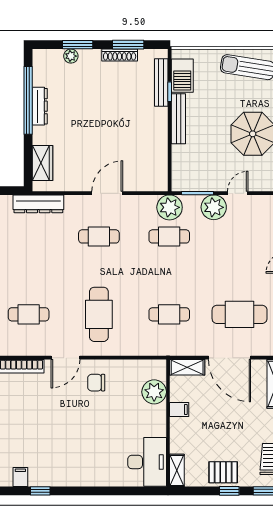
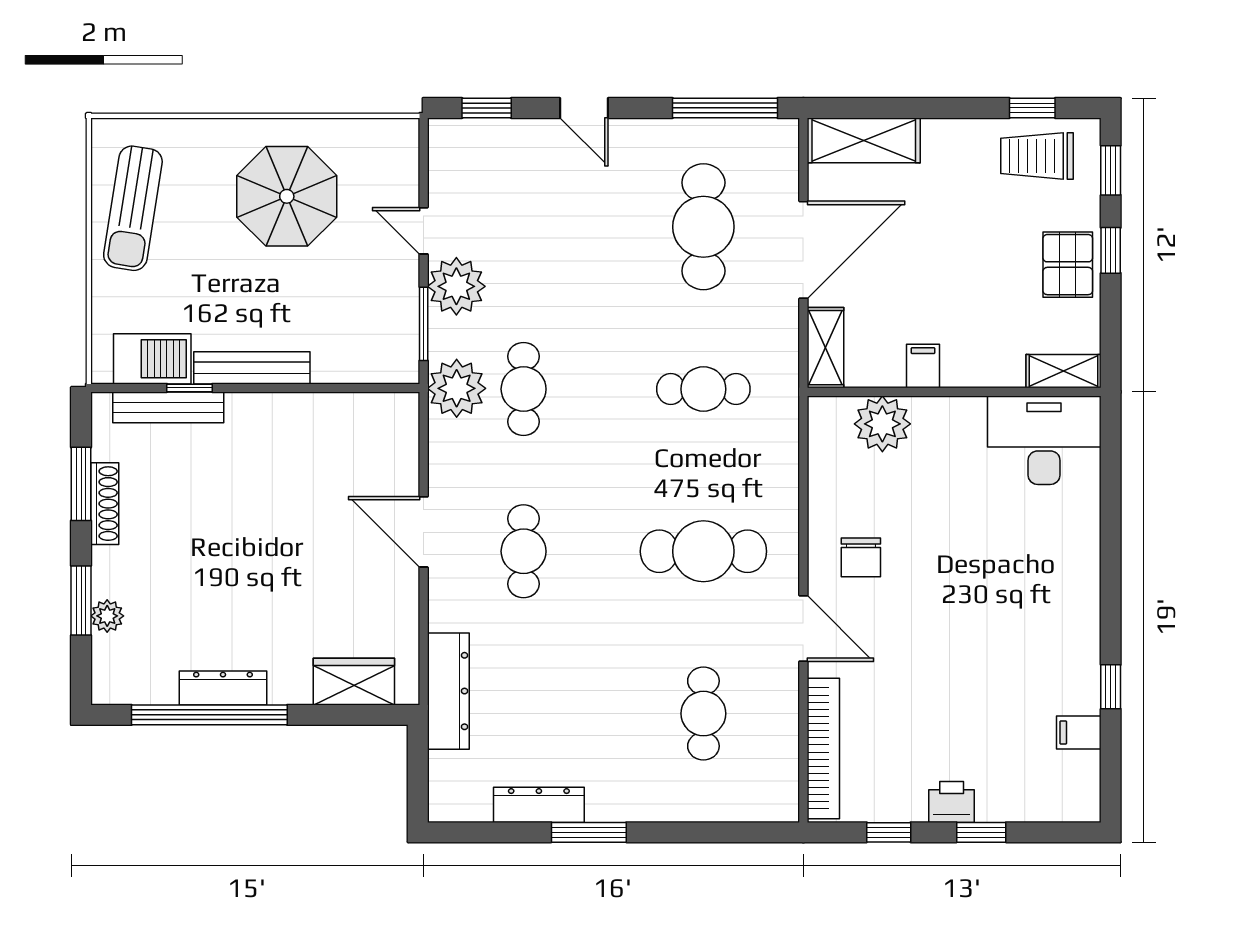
cafe table: (169, 314) -> (703, 389), turned 90

